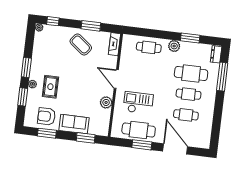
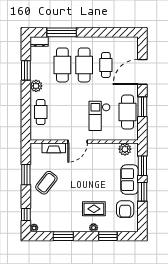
fireplace: (114, 44) -> (54, 148), moved
window: (26, 68) -> (63, 236), moved
cafe table: (188, 94) -> (84, 65), width x1.37, depth x1.35
plant: (106, 102) -> (125, 149), moved
window: (47, 133) -> (142, 192), moved

